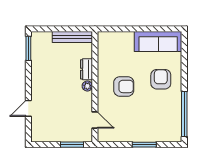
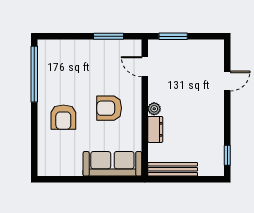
sofa: (158, 41) -> (112, 164), moved
window: (28, 48) -> (227, 155), width x0.67
window: (144, 145) -> (108, 36), moved

